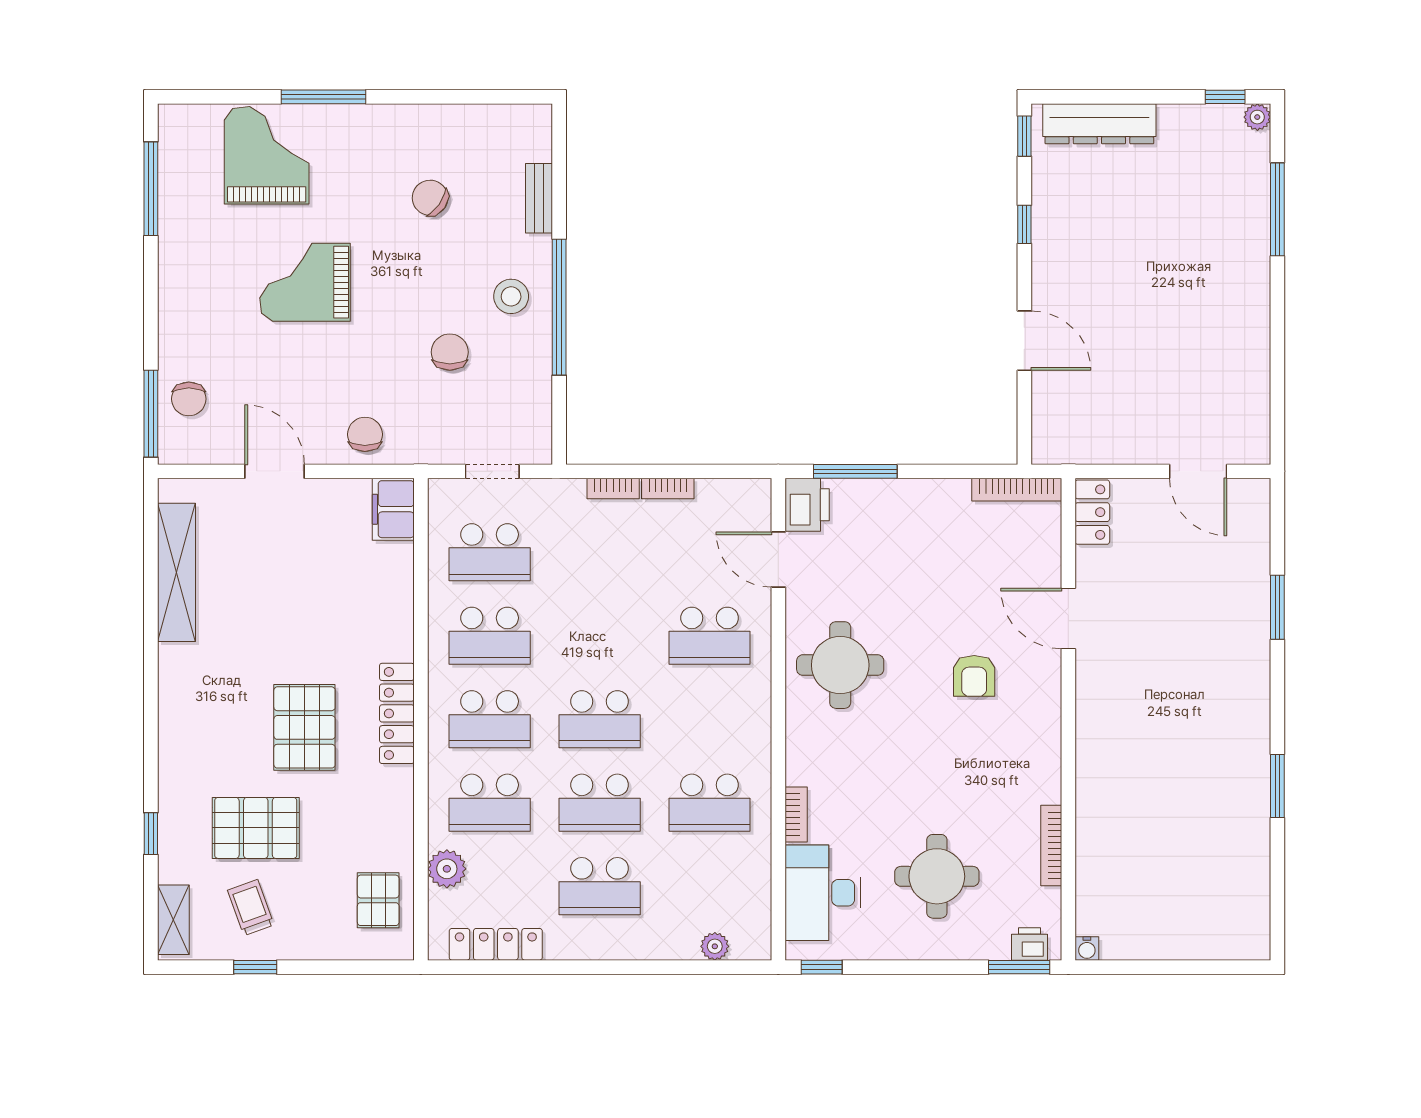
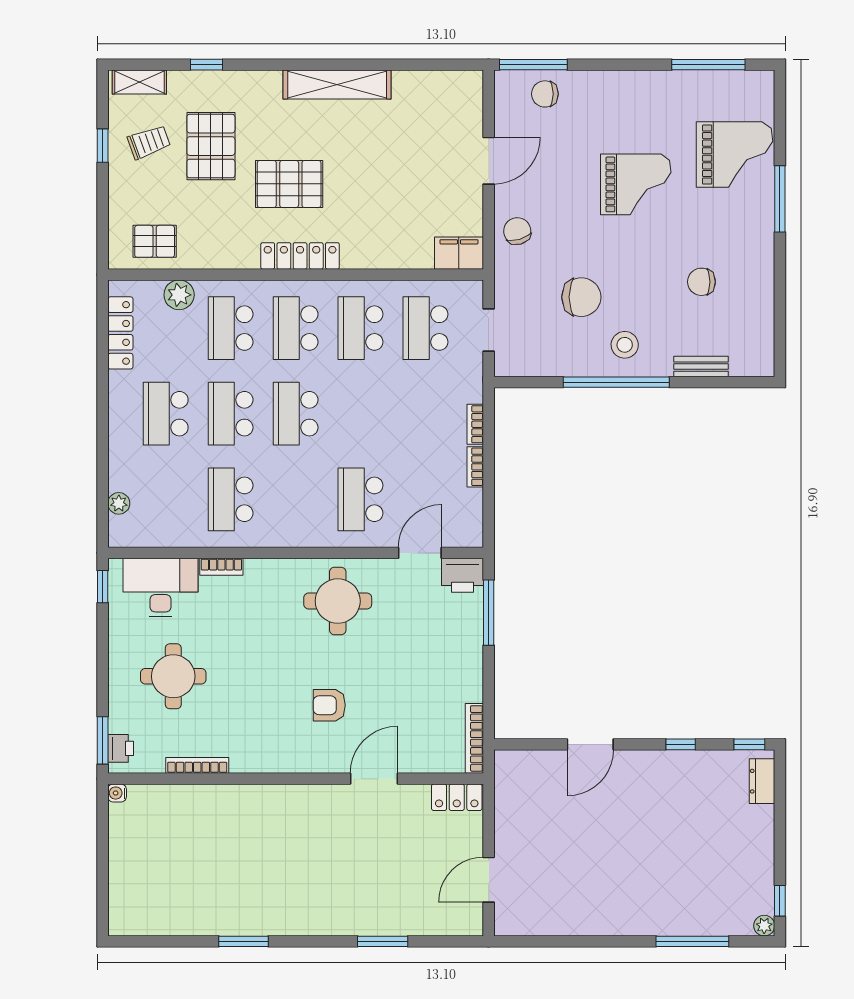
dresser: (1099, 124) -> (762, 781), width x0.51, depth x0.80
chair: (430, 198) -> (701, 282), turned -125
grand piano: (305, 282) -> (636, 184), turned 90
chair: (450, 352) -> (581, 297), width x1.37, depth x1.37
chair: (365, 434) -> (517, 231), turned -106
shelving: (177, 572) -> (337, 84), moved

